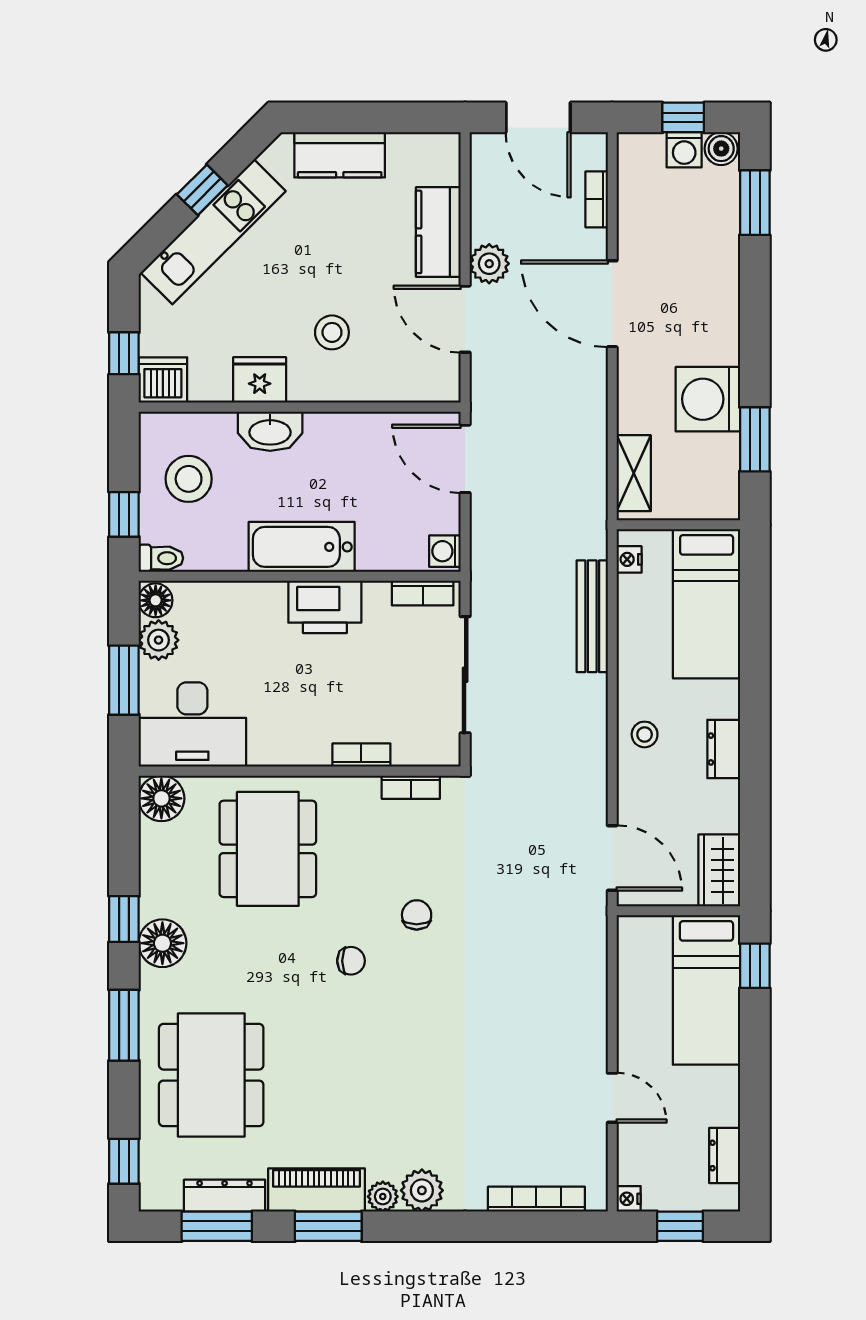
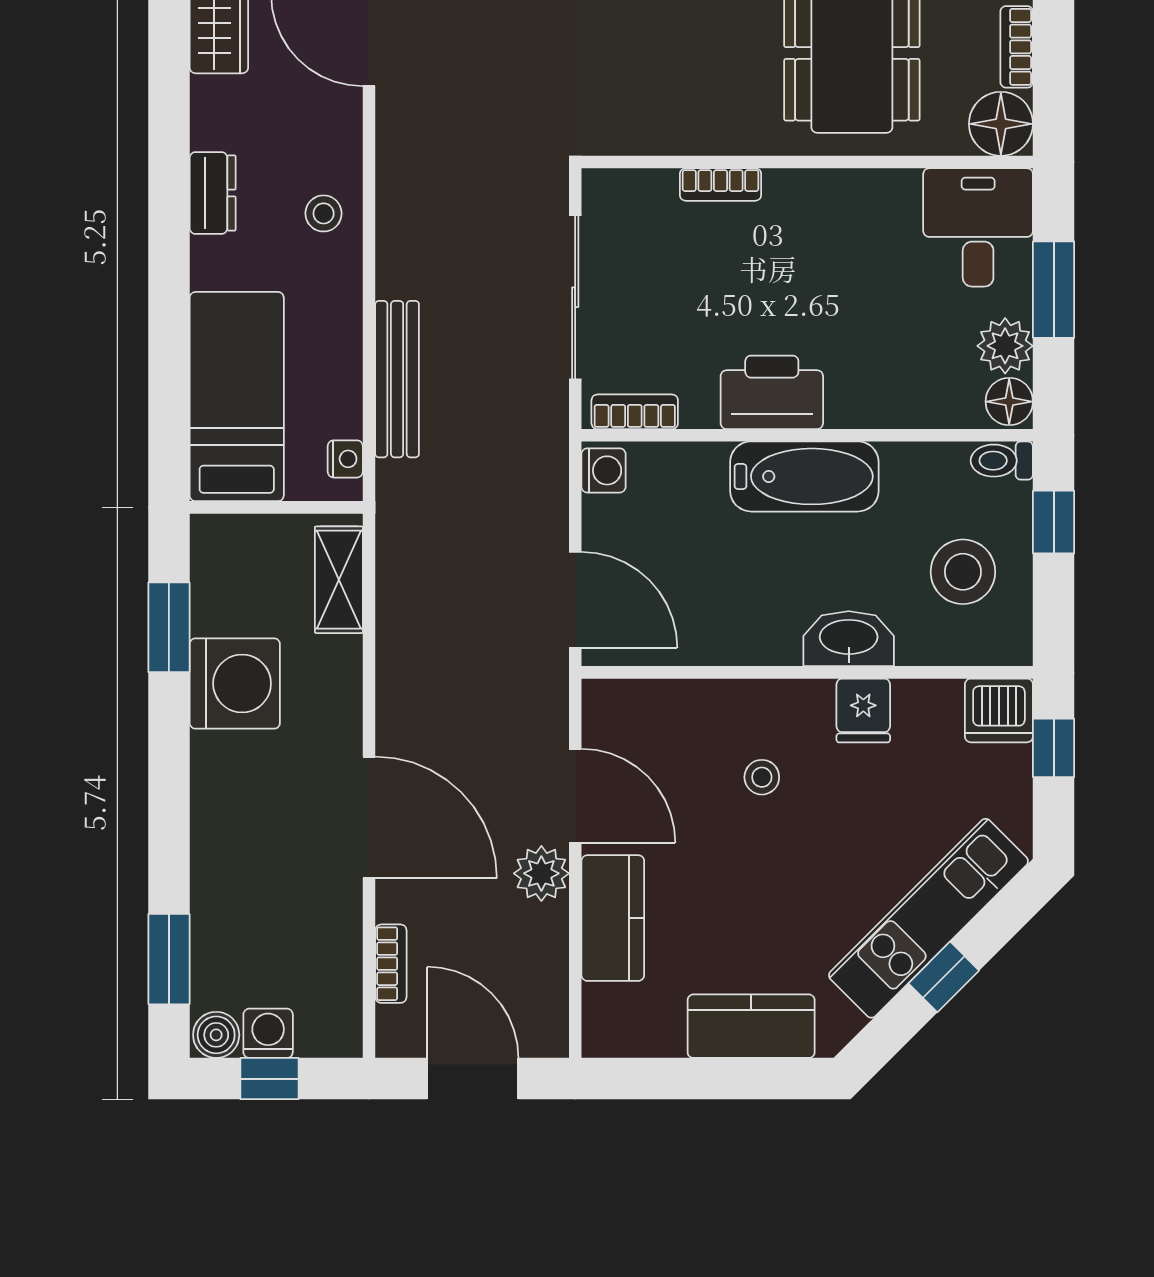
stool: (332, 332) -> (762, 777), width x0.73, depth x0.73
fridge: (260, 380) -> (863, 710), width x0.72
desk: (192, 725) -> (978, 227), width x0.73
bookcase: (411, 787) -> (1017, 47), moved, turned -90

